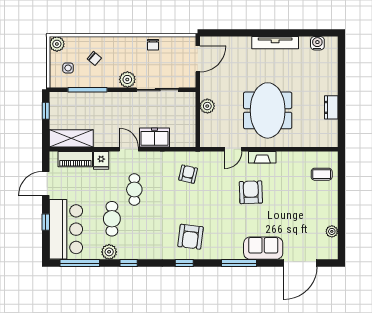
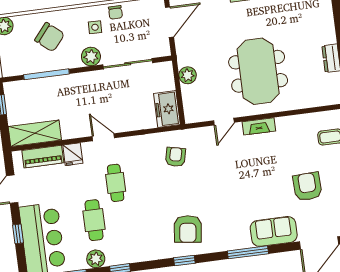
chair: (94, 58) -> (50, 37), width x1.87, depth x1.87
side table: (68, 68) -> (95, 27), moved
freezer: (154, 138) -> (167, 109), moved, turned -90
armchair: (251, 192) -> (307, 187), moved

